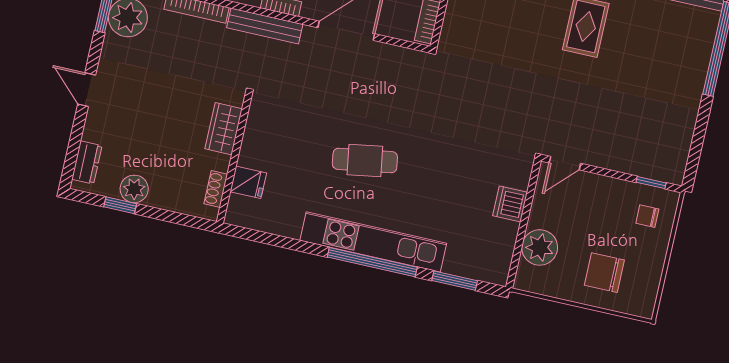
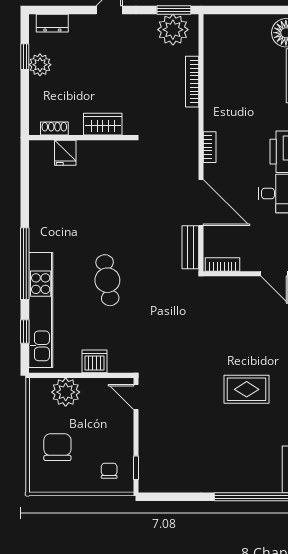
bench: (265, 26) -> (190, 247), moved, width x0.73
cafe table: (365, 160) -> (107, 280), moved
kitchen unit: (373, 242) -> (41, 310), moved
window: (455, 281) -> (25, 331), width x0.67

